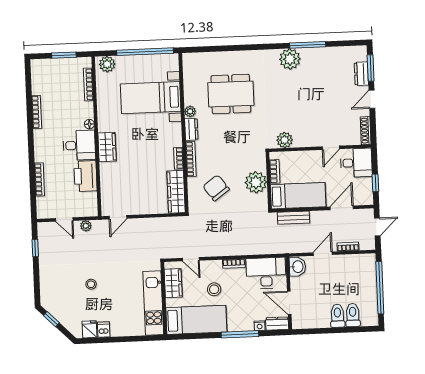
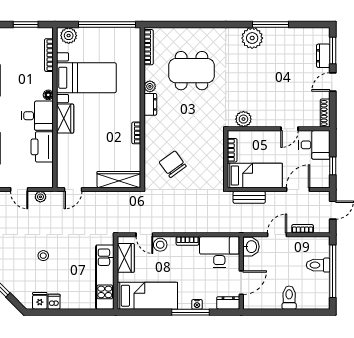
bed with nightstands: (151, 98) -> (86, 78), moved, turned 180
bookcase: (191, 159) -> (149, 47), moved
plant: (256, 182) -> (213, 160), removed
wardrobe: (176, 192) -> (119, 180), moved, turned 90
stool: (214, 289) -> (160, 245), moved
door: (289, 303) -> (241, 283), swing flipped
toilet: (353, 315) -> (318, 265), moved, turned -90
nightstand: (260, 326) -> (197, 304), moved

